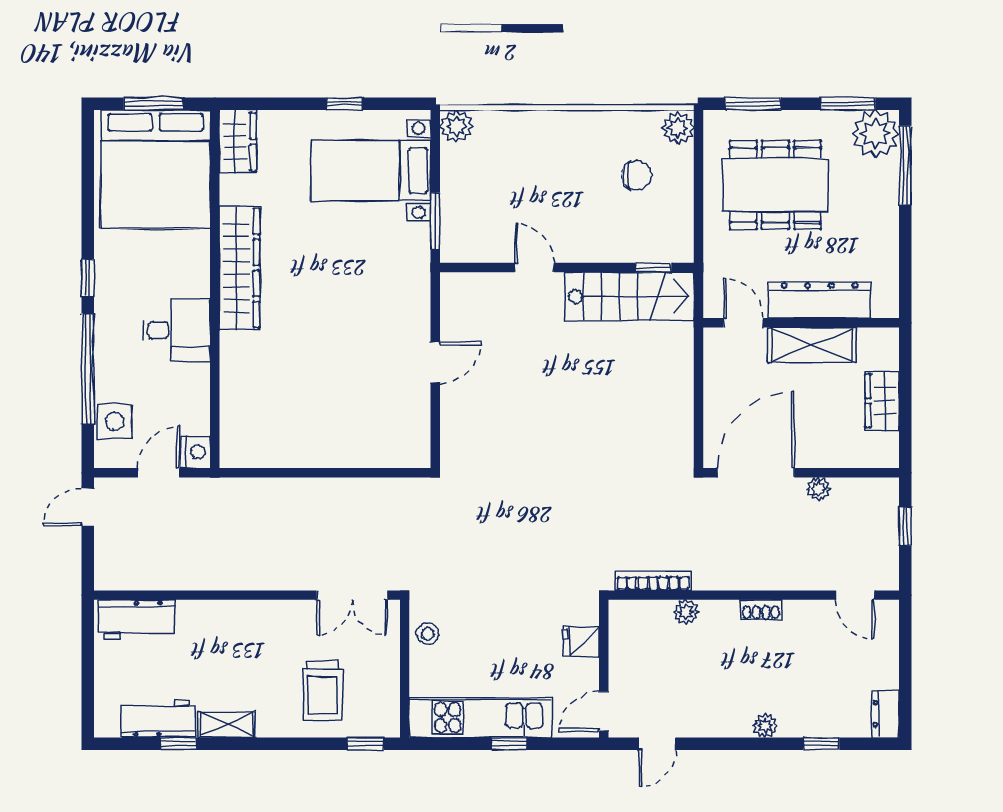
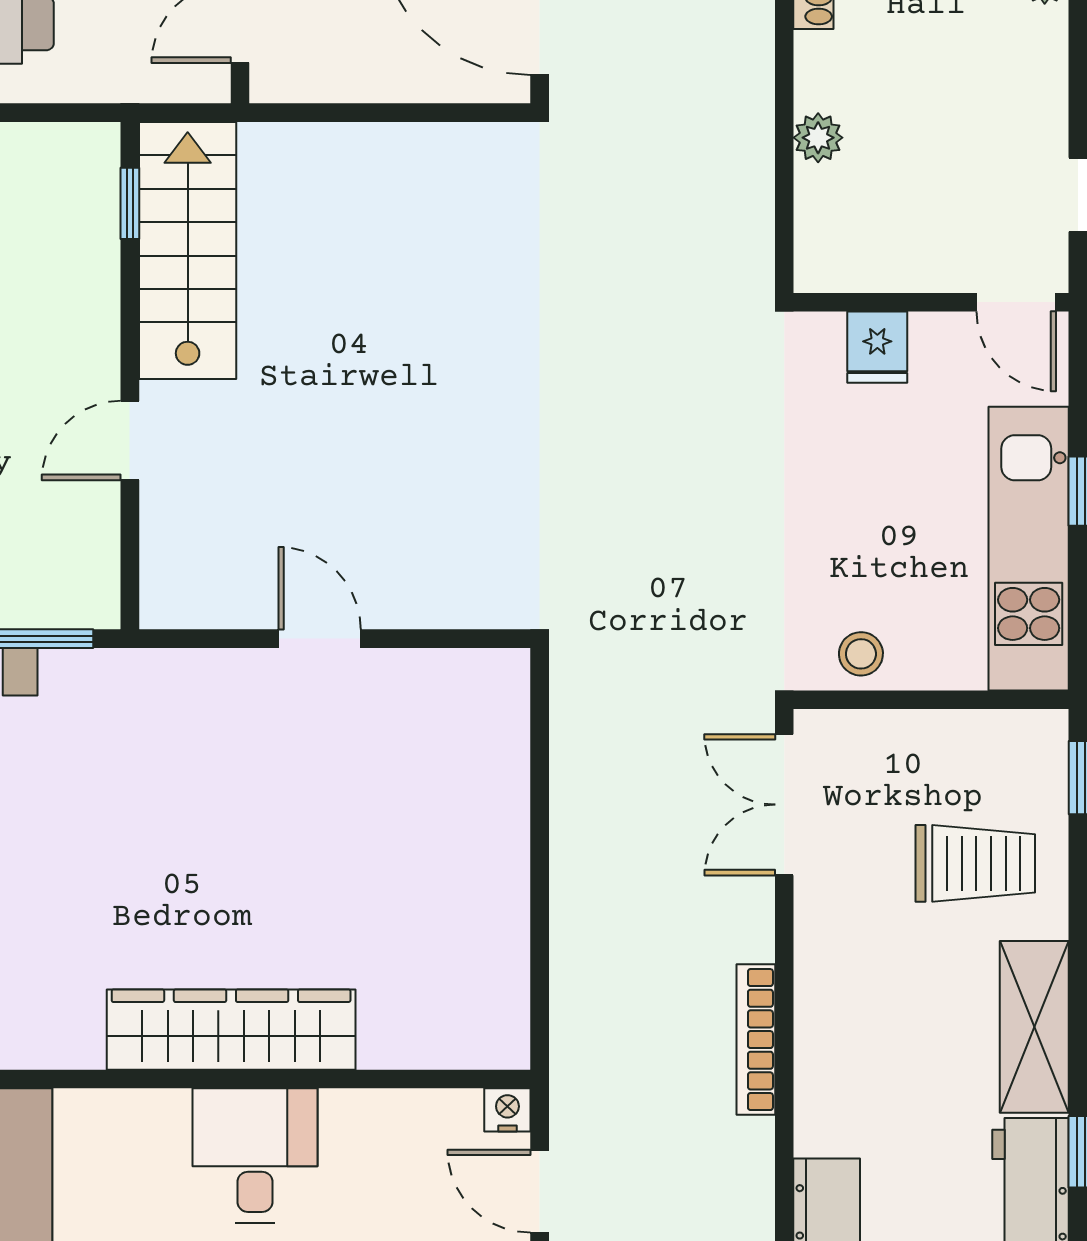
wardrobe: (240, 268) -> (231, 1030), moved
nightstand: (196, 452) -> (507, 1110), width x0.72, depth x0.74
bookcase: (653, 581) -> (756, 1040), moved
double door: (352, 595) -> (784, 805), swing flipped
shelving: (227, 725) -> (1034, 1027), width x1.50, depth x1.33

